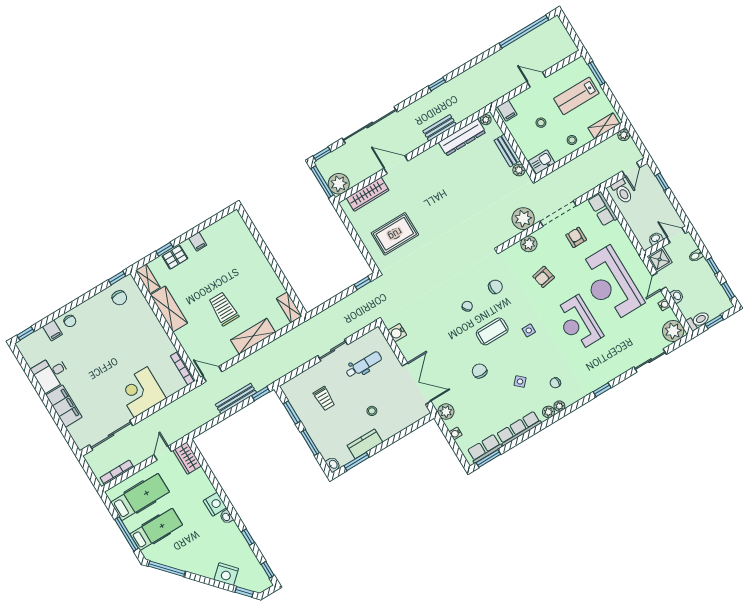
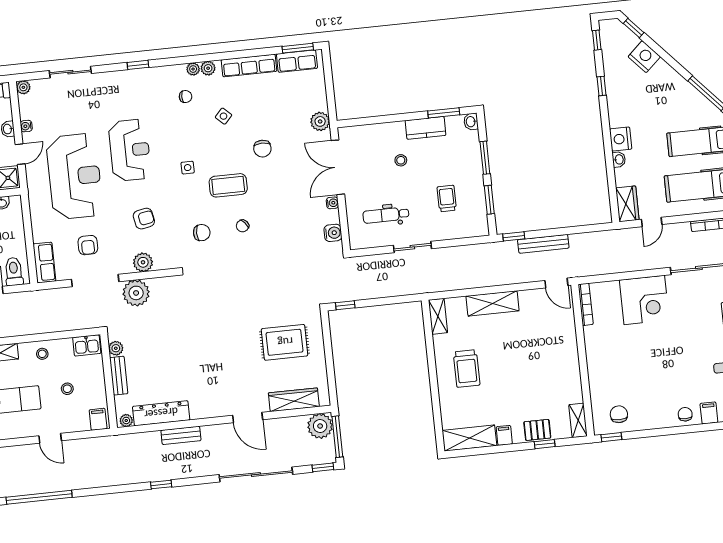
chair: (495, 287) -> (202, 233), turned 180
shelving: (169, 309) -> (469, 438), moved, turned 90
trolley: (224, 309) -> (467, 369), moved
plant: (673, 331) -> (23, 87), width x0.53, depth x0.53
water cooler: (456, 433) -> (332, 203), moved
washbasin: (226, 517) -> (619, 159), moved

